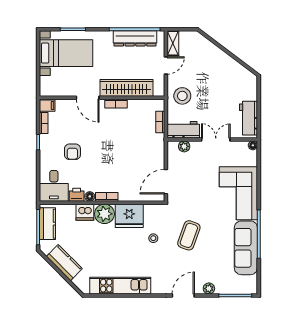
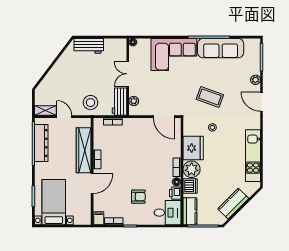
workbench: (249, 118) -> (89, 46), moved
kitchen counter: (47, 224) -> (190, 211), moved, turned 90

